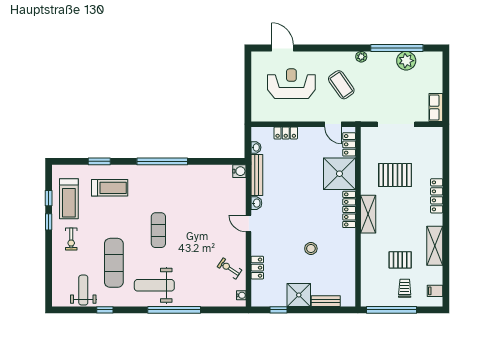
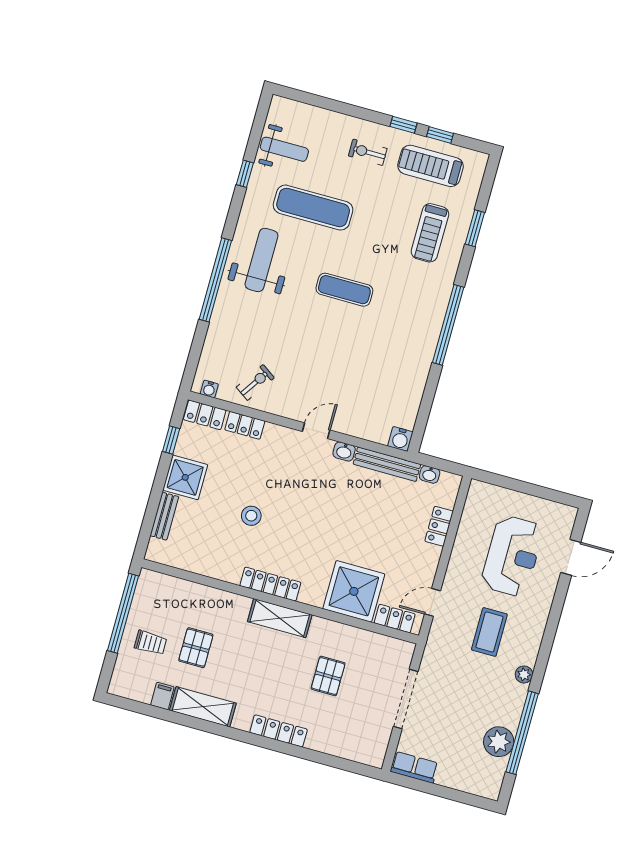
coffee table: (341, 85) -> (489, 632), turned -55
pallet: (395, 175) -> (328, 676), width x0.67, depth x0.71
locker: (349, 209) -> (270, 584), moved
filing cabinet: (435, 291) -> (162, 696), moved
locker: (258, 294) -> (205, 415), added

